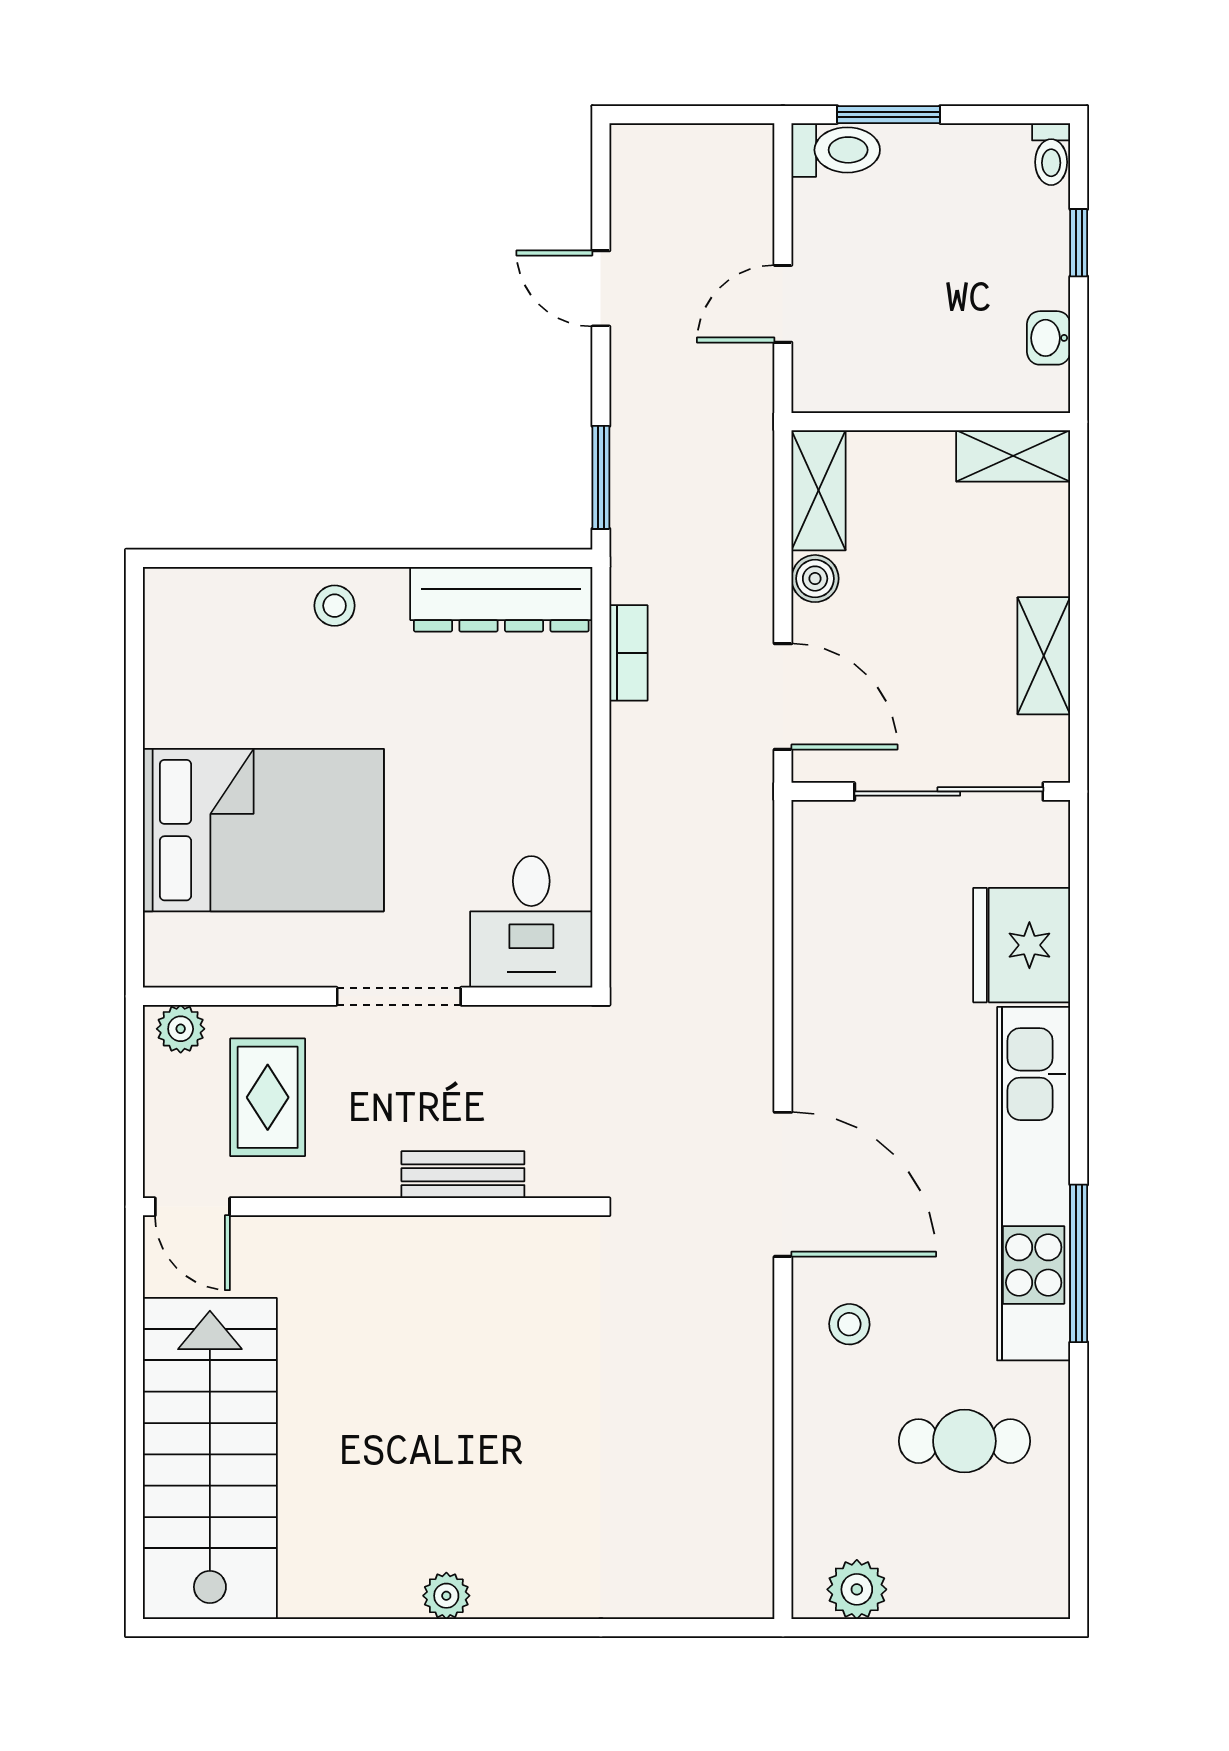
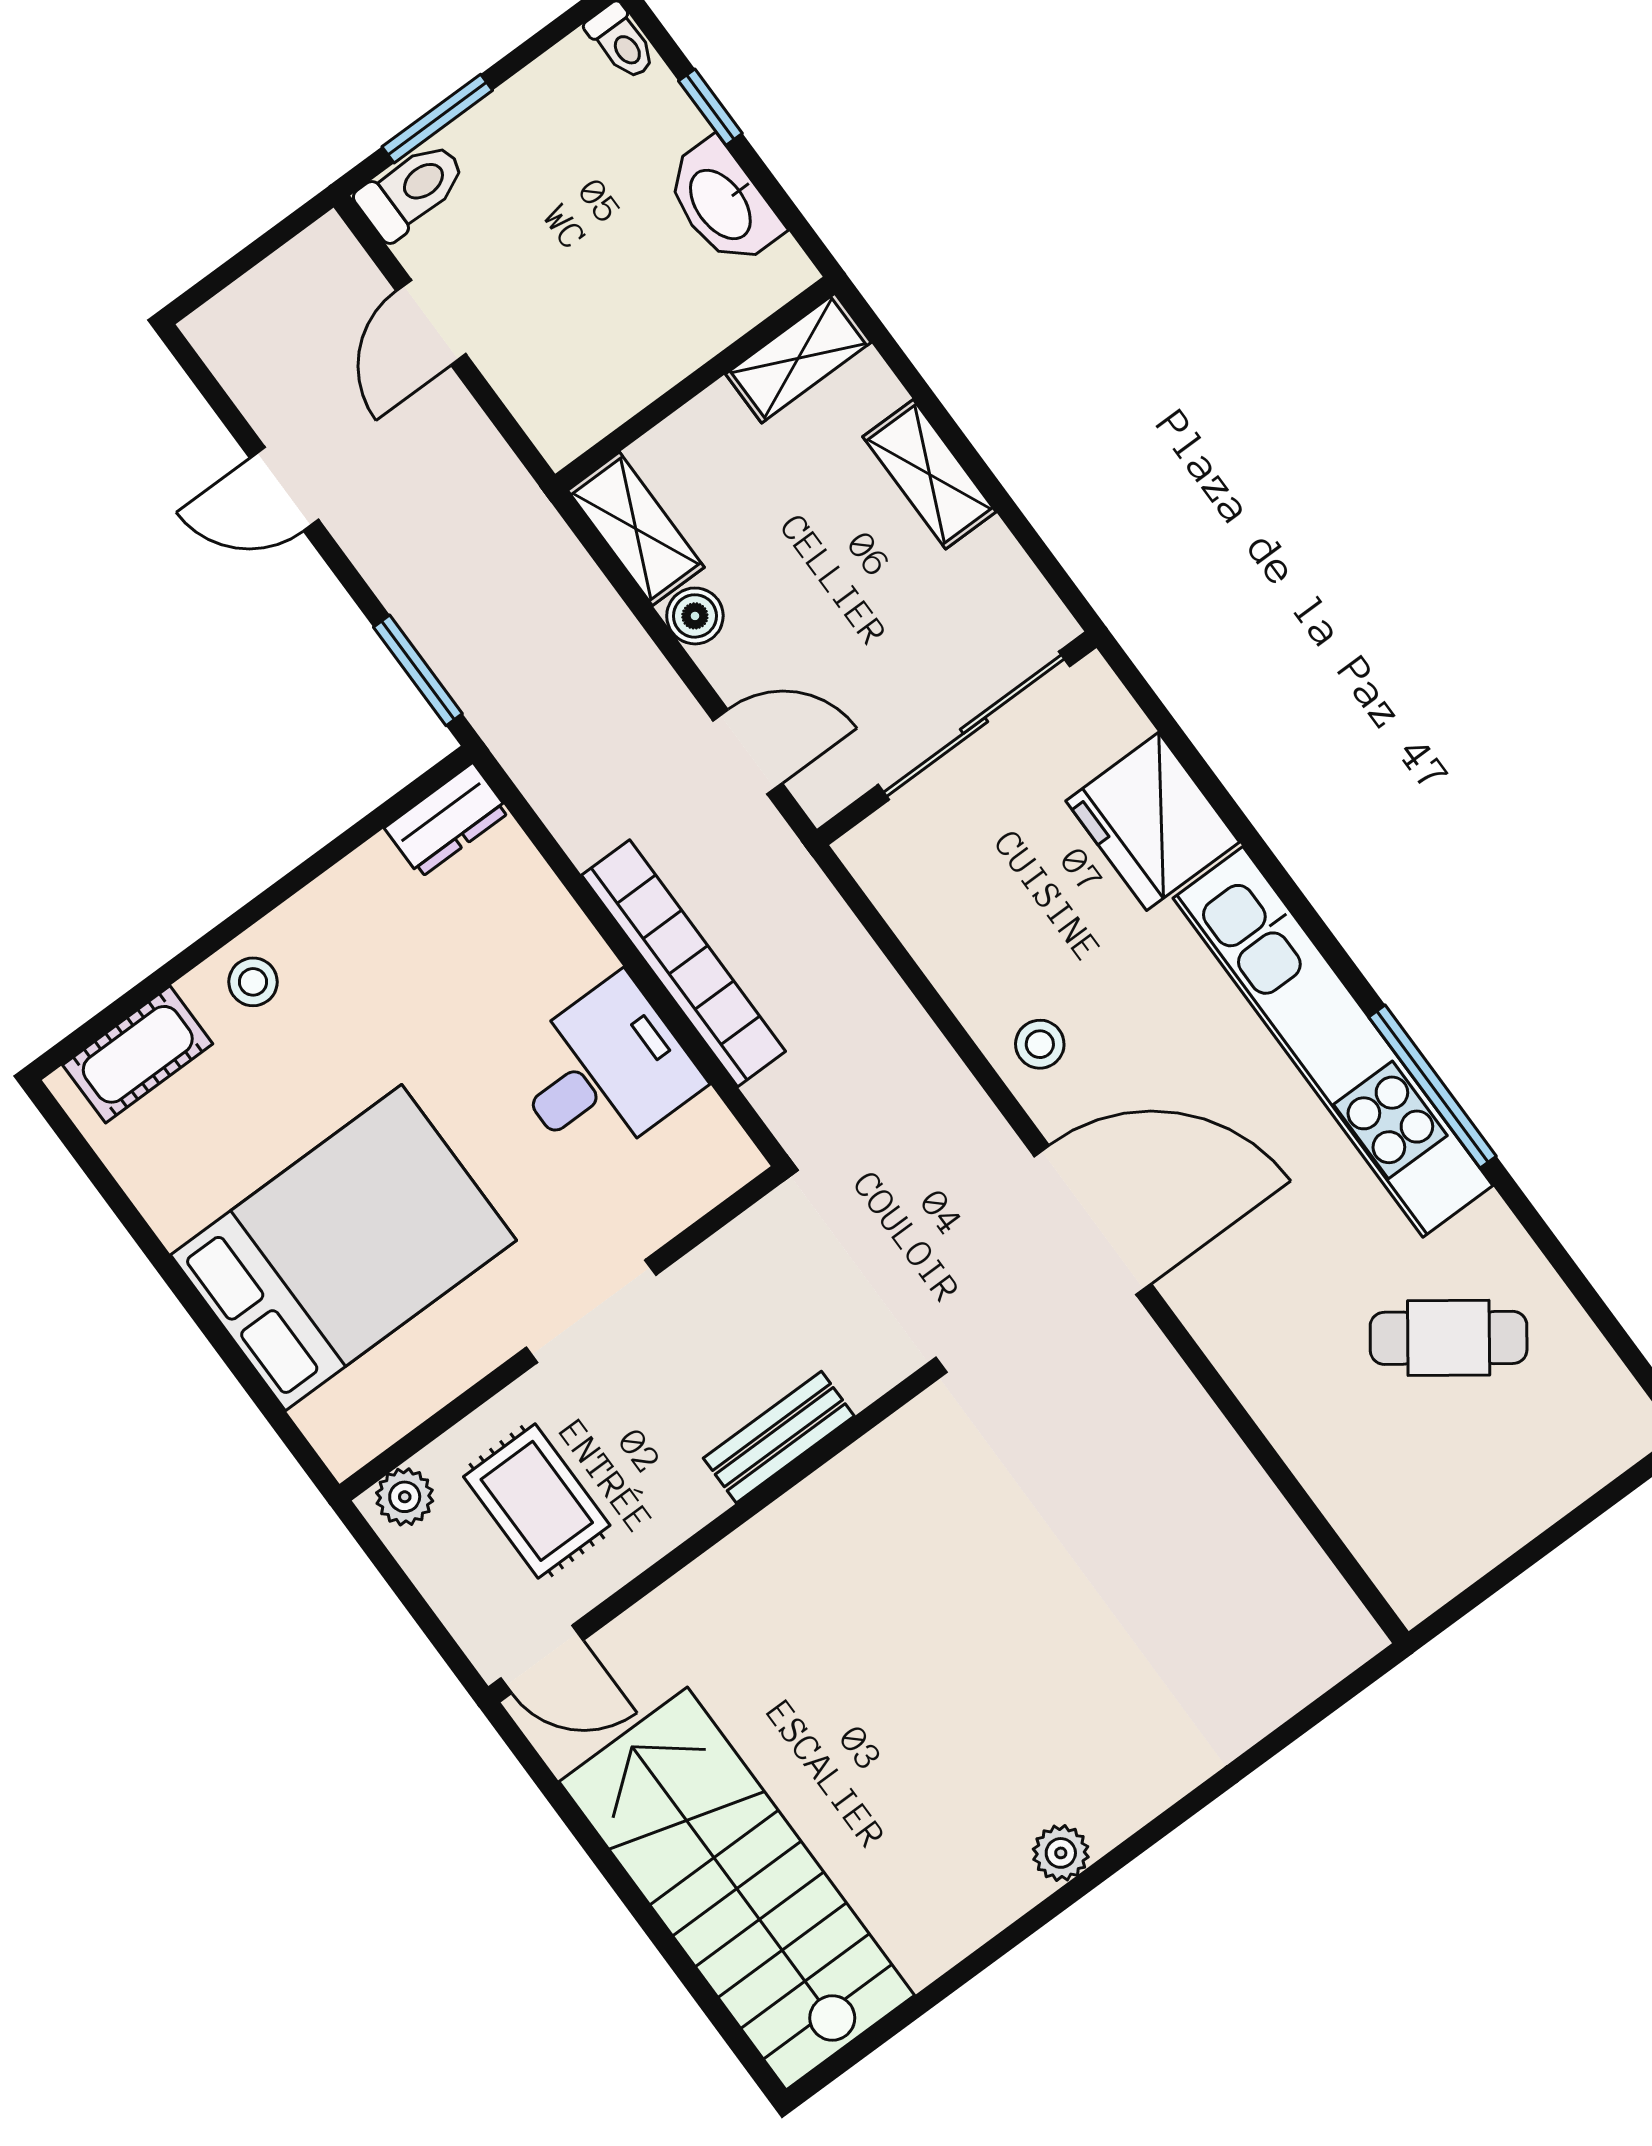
door: (783, 304) -> (431, 323), moved
washbasin: (1049, 338) -> (722, 203), width x1.91, depth x1.45
cot: (221, 597) -> (138, 1054), added
dresser: (501, 599) -> (447, 820), width x0.51, depth x0.80
bookcase: (628, 653) -> (684, 963), moved, width x2.31, depth x1.31
shelving: (1044, 656) -> (929, 474), moved
door: (783, 697) -> (748, 752), width x0.73
desk: (531, 922) -> (604, 1072), moved, turned -90
stool: (849, 1324) -> (1040, 1044), moved
cafe table: (964, 1441) -> (1449, 1338), turned 36
plant: (857, 1589) -> (1450, 1556), removed

